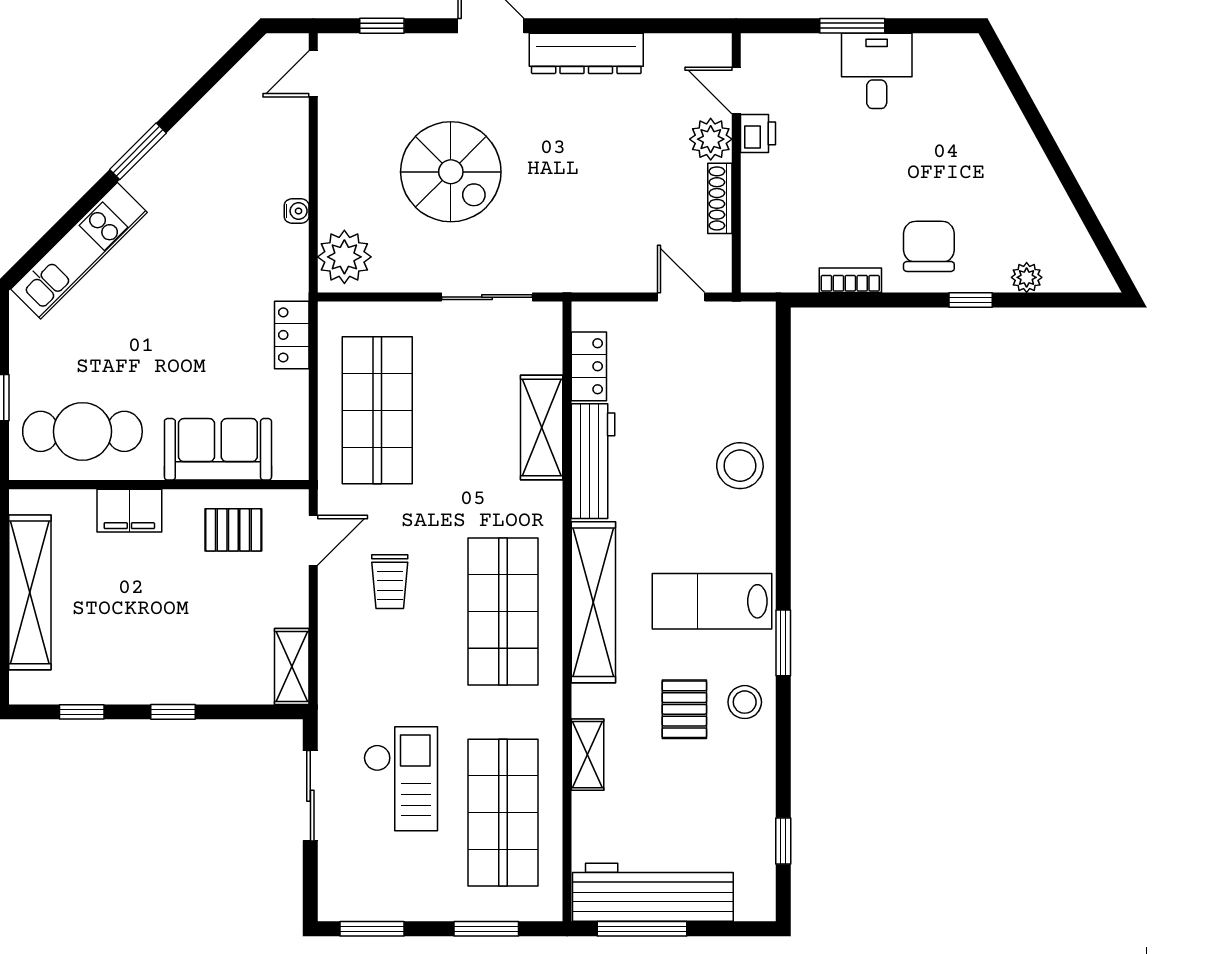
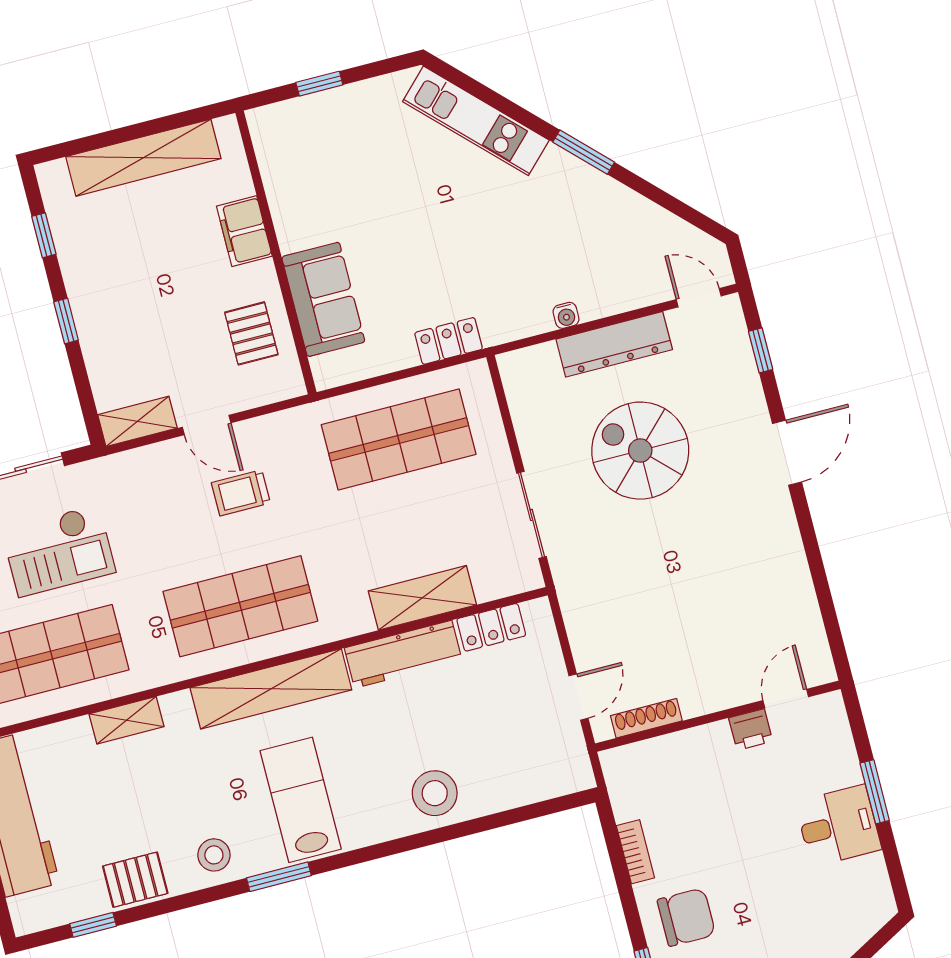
dresser: (586, 53) -> (614, 344), moved, turned -90
plant: (711, 139) -> (734, 687), removed
spiral stairs: (451, 172) -> (640, 451), turned 90
shoe rack: (720, 198) -> (646, 718), moved
plant: (344, 257) -> (535, 371), removed
cafe table: (82, 431) -> (307, 168), removed
door: (313, 540) -> (207, 425), moved
pallet: (684, 709) -> (135, 880), moved

